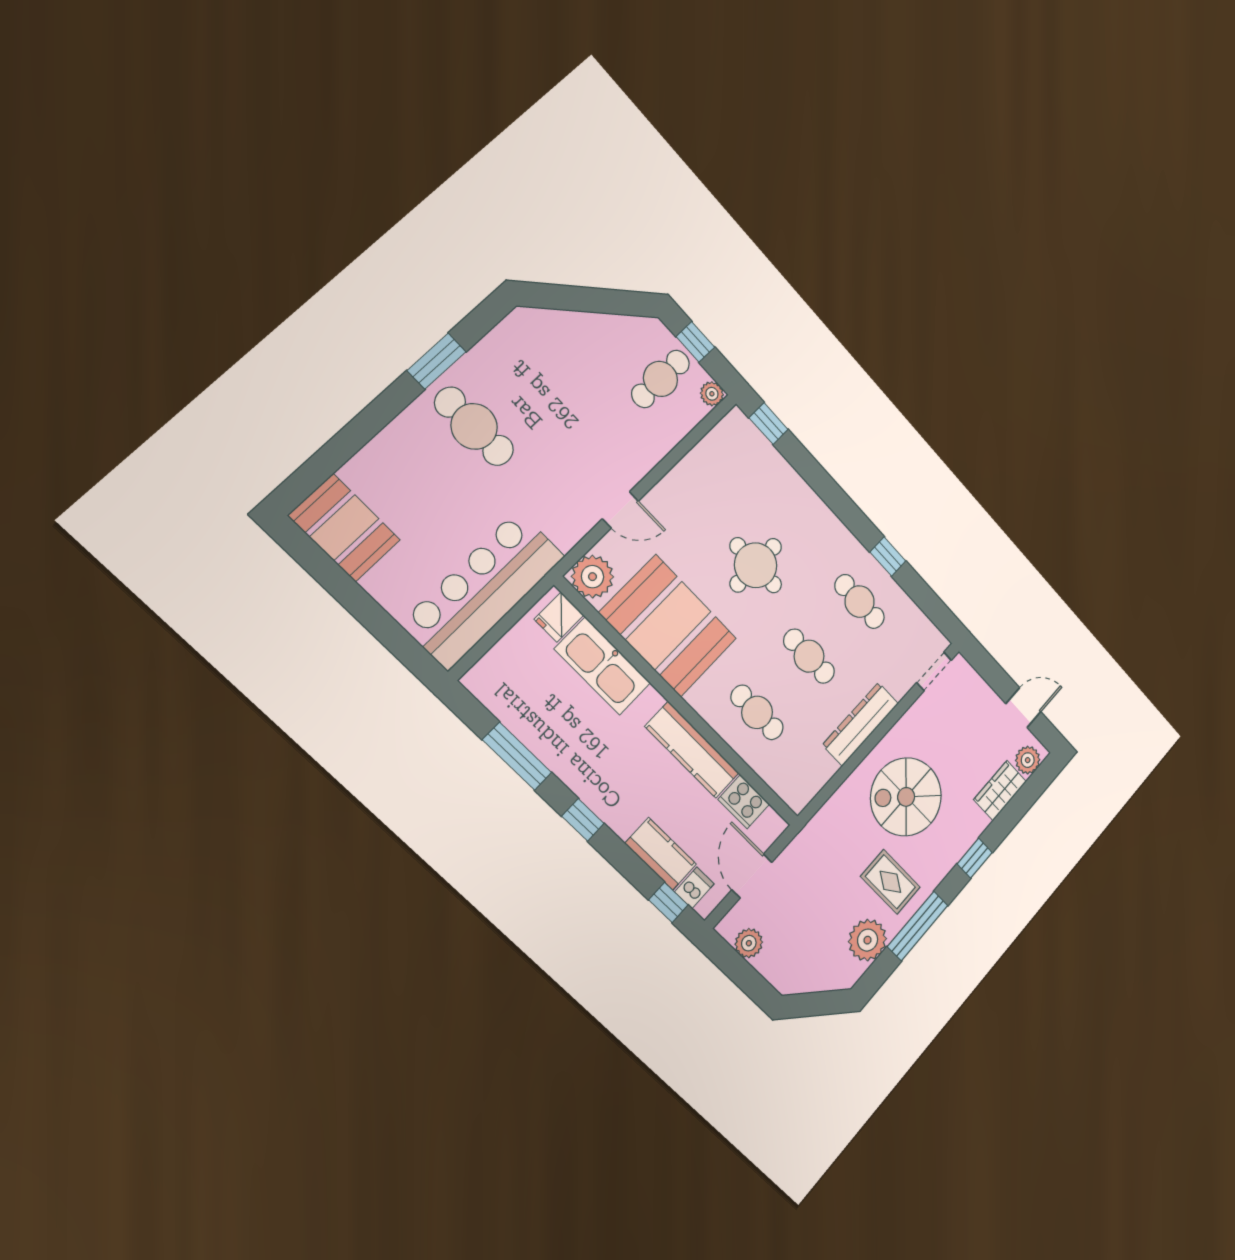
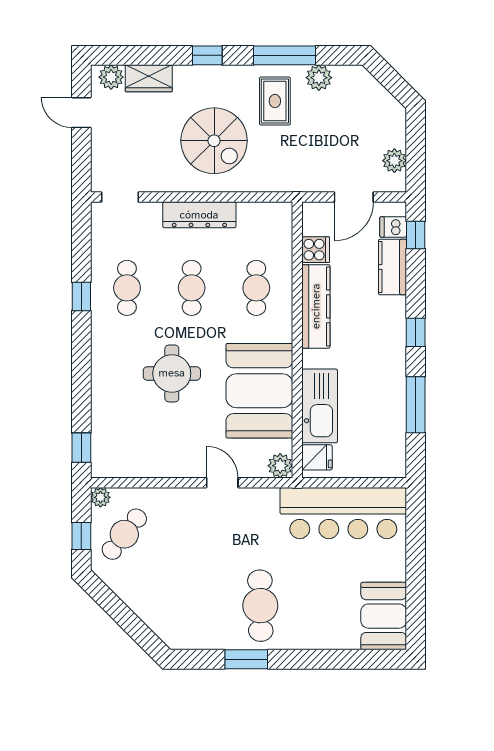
cafe table: (660, 379) -> (124, 534), turned -52
plant: (592, 577) -> (280, 466), width x0.73, depth x0.73
cooker: (744, 802) -> (316, 250), width x0.73
plant: (868, 940) -> (319, 78), width x0.73, depth x0.73

